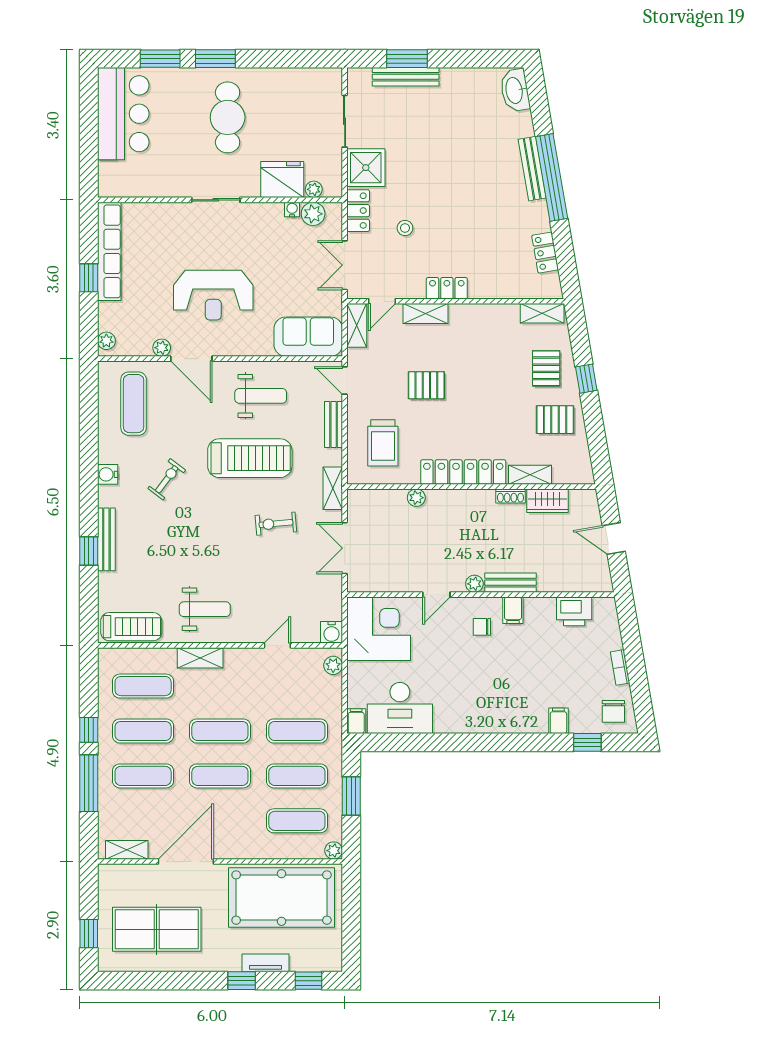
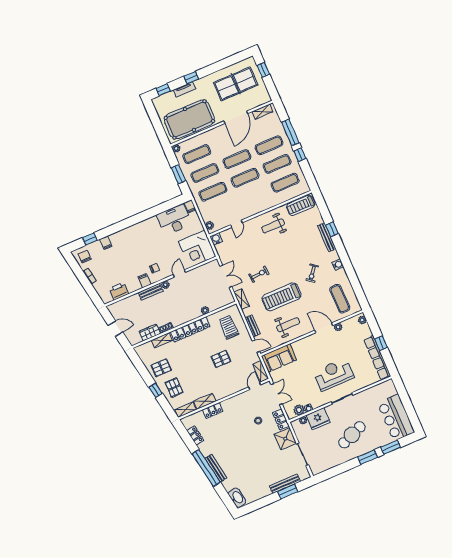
cafe table: (228, 117) -> (352, 435), turned 68
locker: (447, 288) -> (213, 410), moved
reception desk: (213, 295) -> (334, 374), moved
shelving: (426, 314) -> (205, 401), moved
weight bench: (261, 396) -> (288, 325), turned 180
shelving: (200, 658) -> (266, 205), removed

